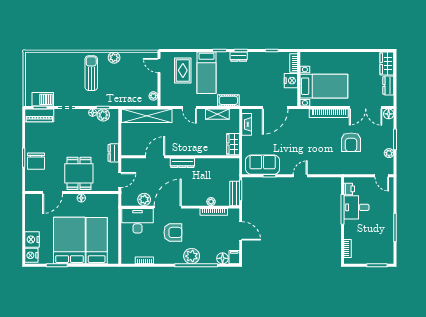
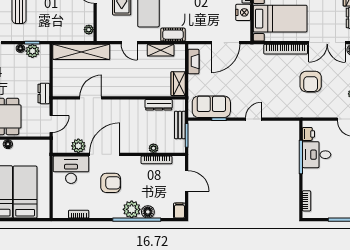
dresser: (182, 163) -> (159, 105), moved
bench: (235, 193) -> (180, 125), moved
floor lamp: (223, 258) -> (148, 212), moved

